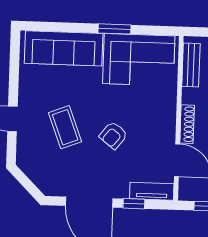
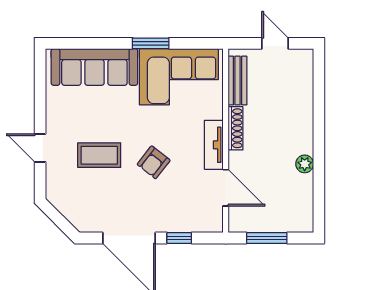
shoe rack: (187, 124) -> (236, 128), moved
coffee table: (65, 127) -> (99, 155), turned -69
tv unit: (152, 191) -> (214, 145), moved, turned -90

